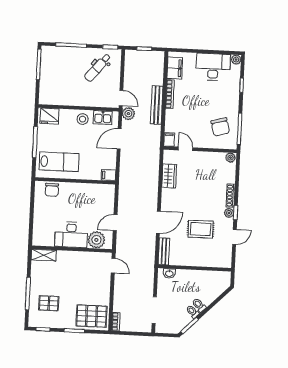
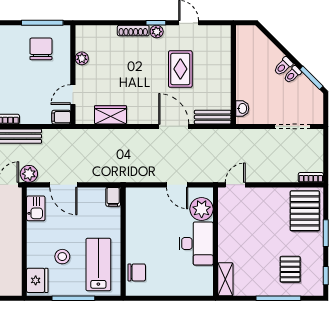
stool: (83, 119) -> (62, 257), moved
chair: (220, 127) -> (41, 49), turned -75
plant: (230, 158) -> (82, 58), moved

